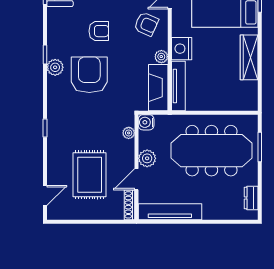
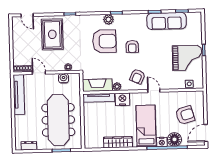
water cooler: (146, 122) -> (64, 78), moved
plant: (147, 158) -> (52, 79), removed
rug: (90, 175) -> (52, 34), moved, turned 90

